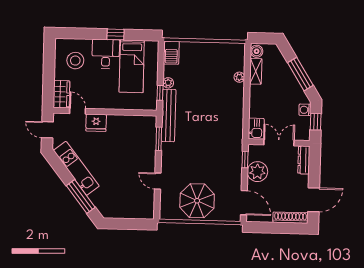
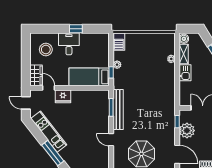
bed: (132, 66) -> (89, 77), moved, turned 90
bench: (169, 115) -> (118, 110), moved
kitchen sink: (256, 129) -> (185, 73), moved

